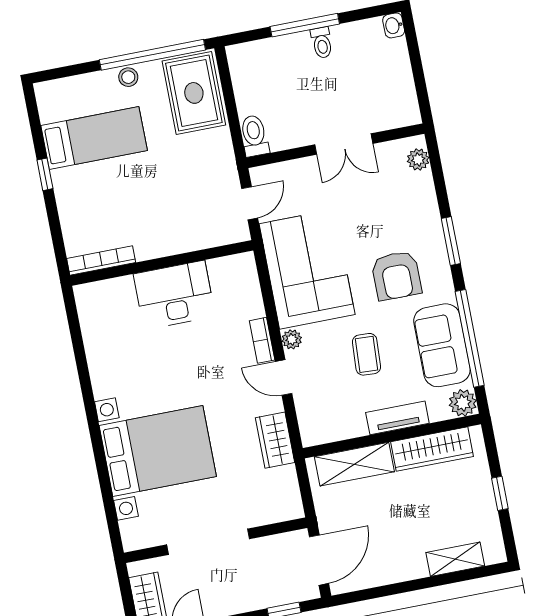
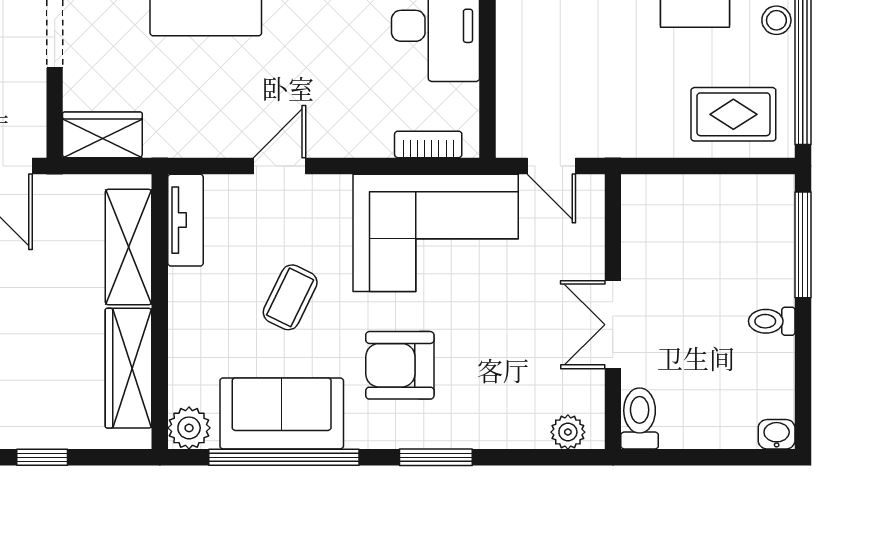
window: (305, 25) -> (803, 245), moved
rug: (194, 93) -> (733, 114), width x0.73, depth x0.70
toilet: (254, 136) -> (640, 418), moved, turned -90
plant: (292, 339) -> (334, 189), removed
bookcase: (262, 340) -> (428, 144), moved
coffee table: (366, 354) -> (290, 297), turned -67
tv unit: (397, 418) -> (185, 220), moved
wardrobe: (275, 440) -> (102, 135), moved

